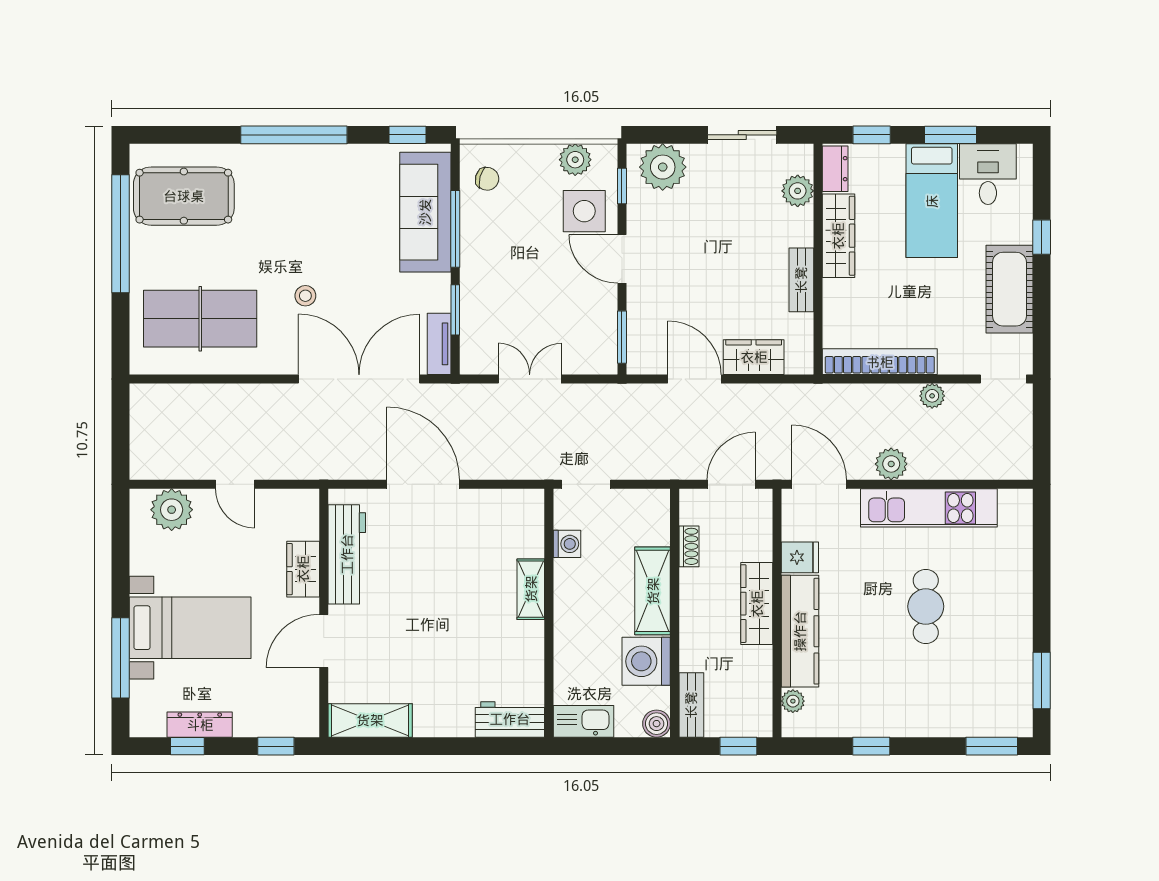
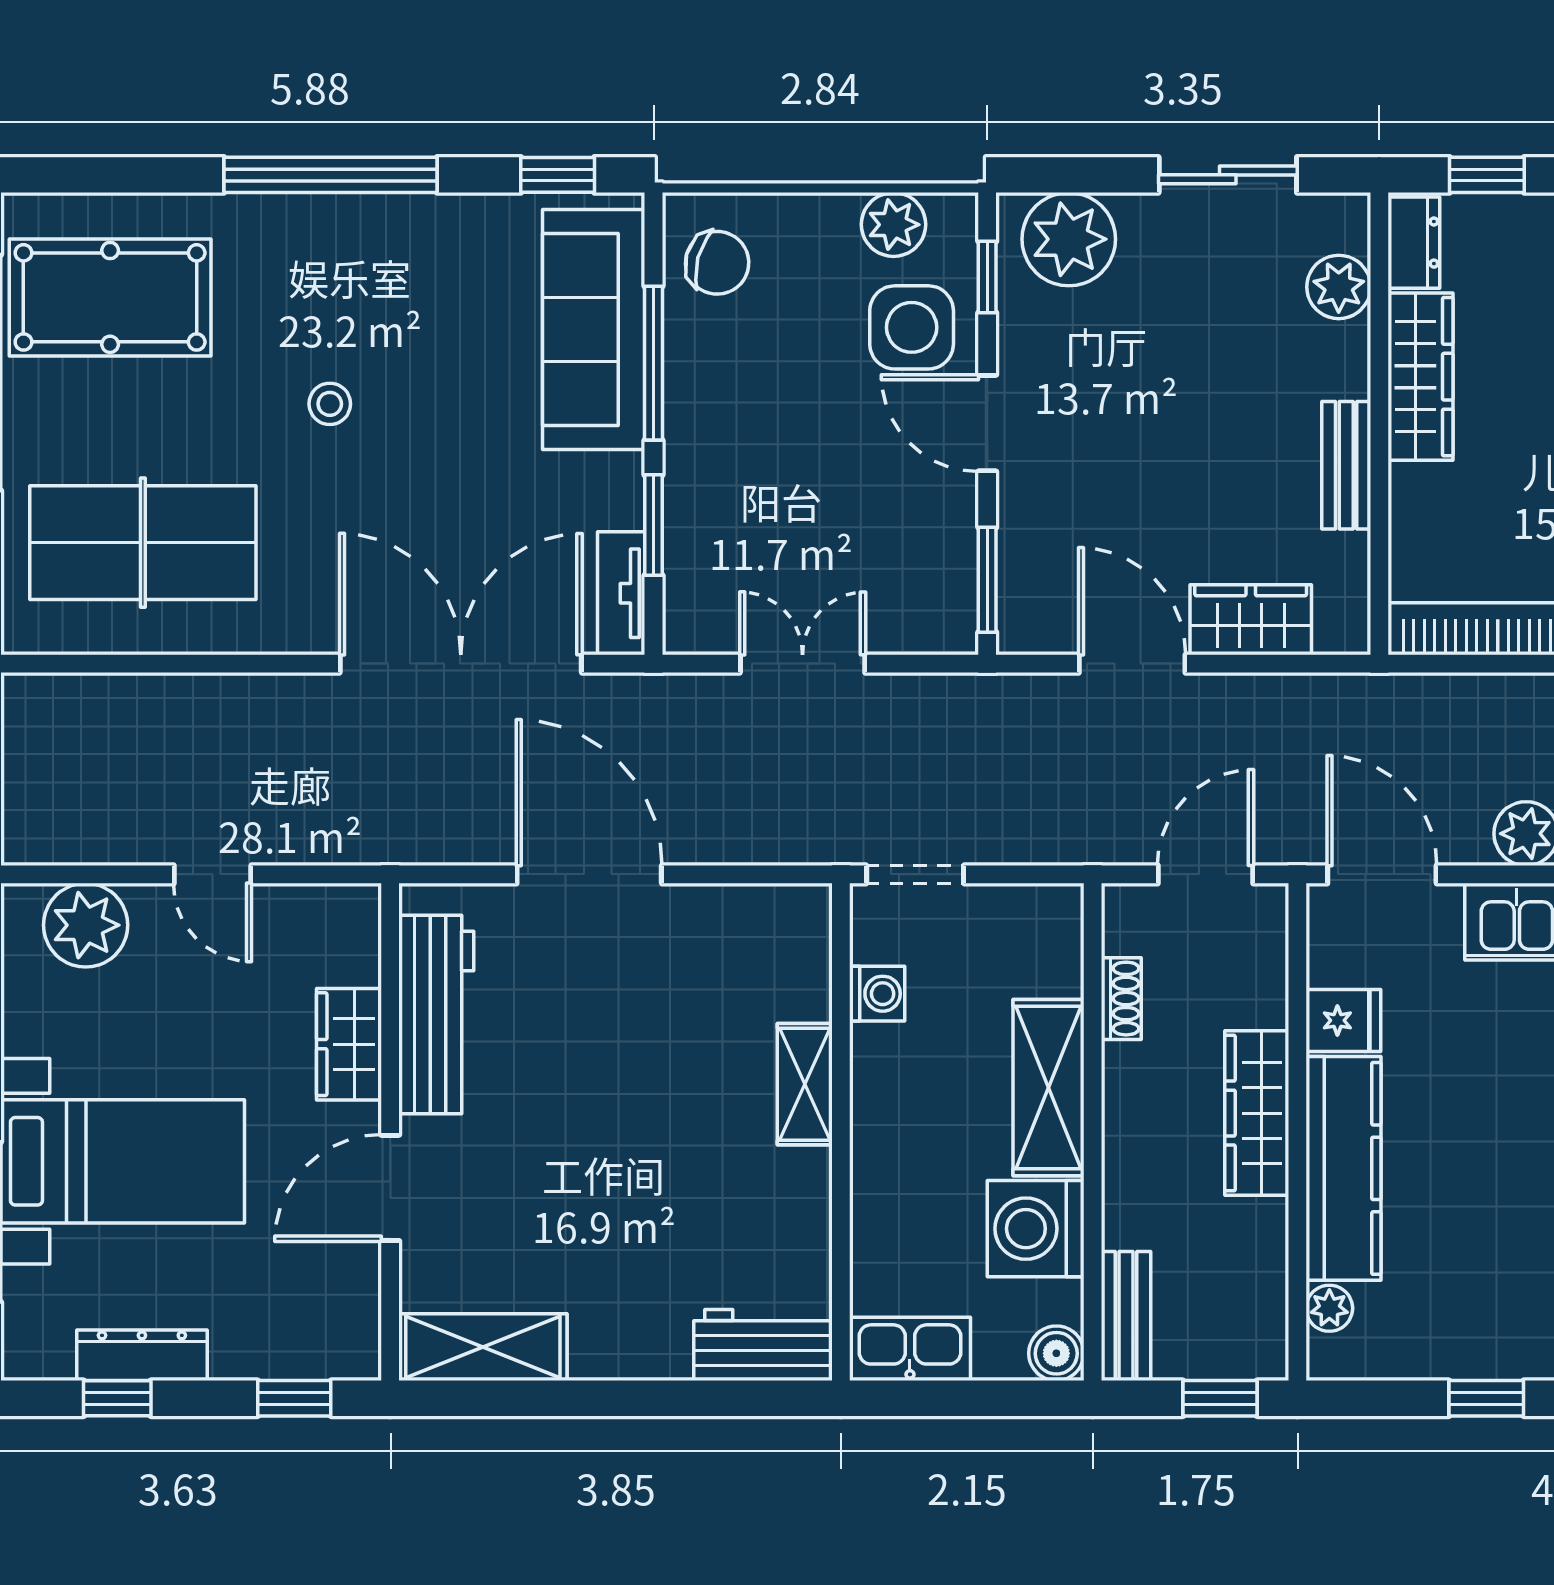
chair: (487, 179) -> (717, 263), width x1.37, depth x1.37
stool: (305, 296) -> (330, 404), moved

